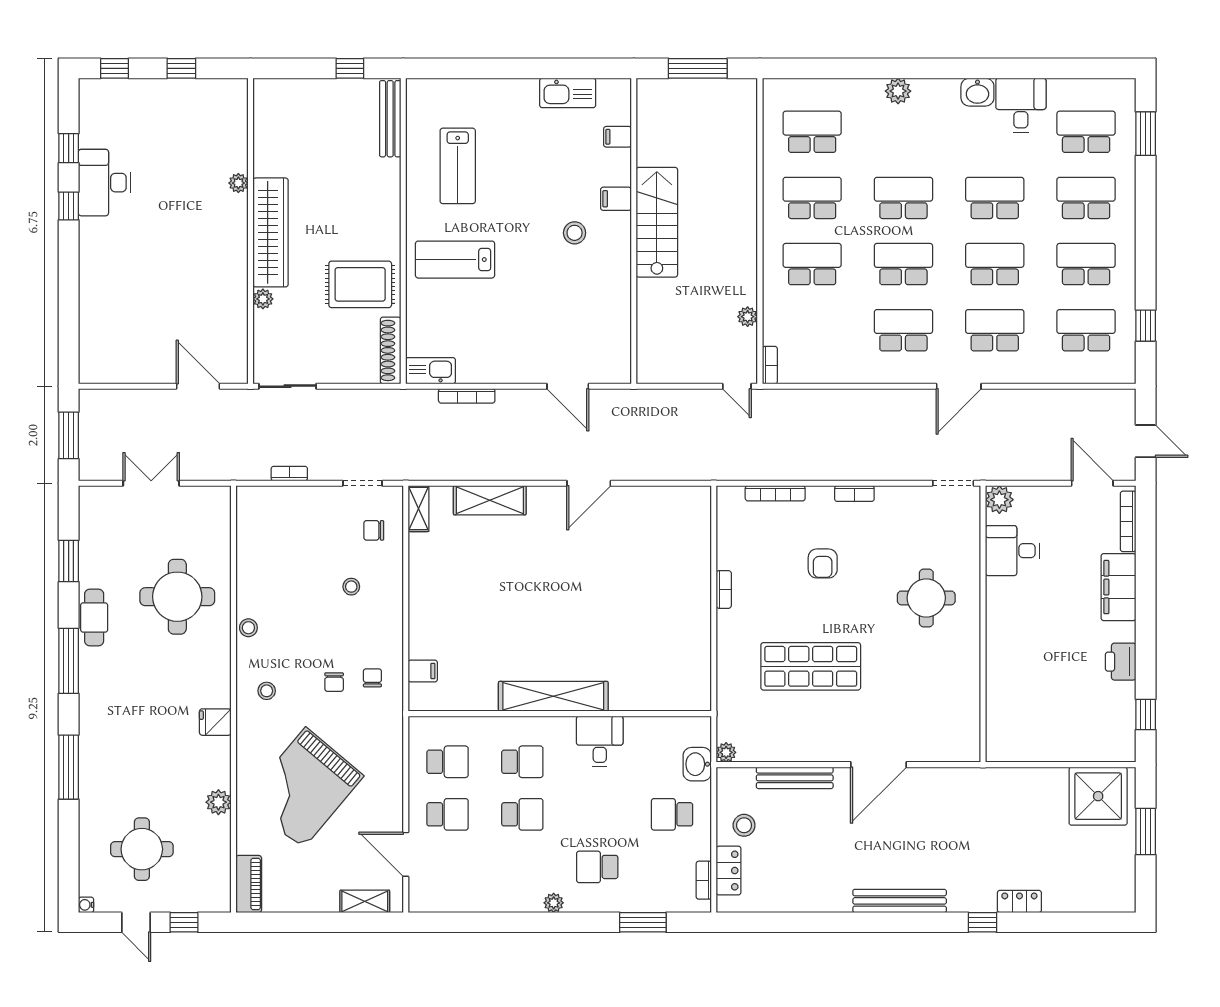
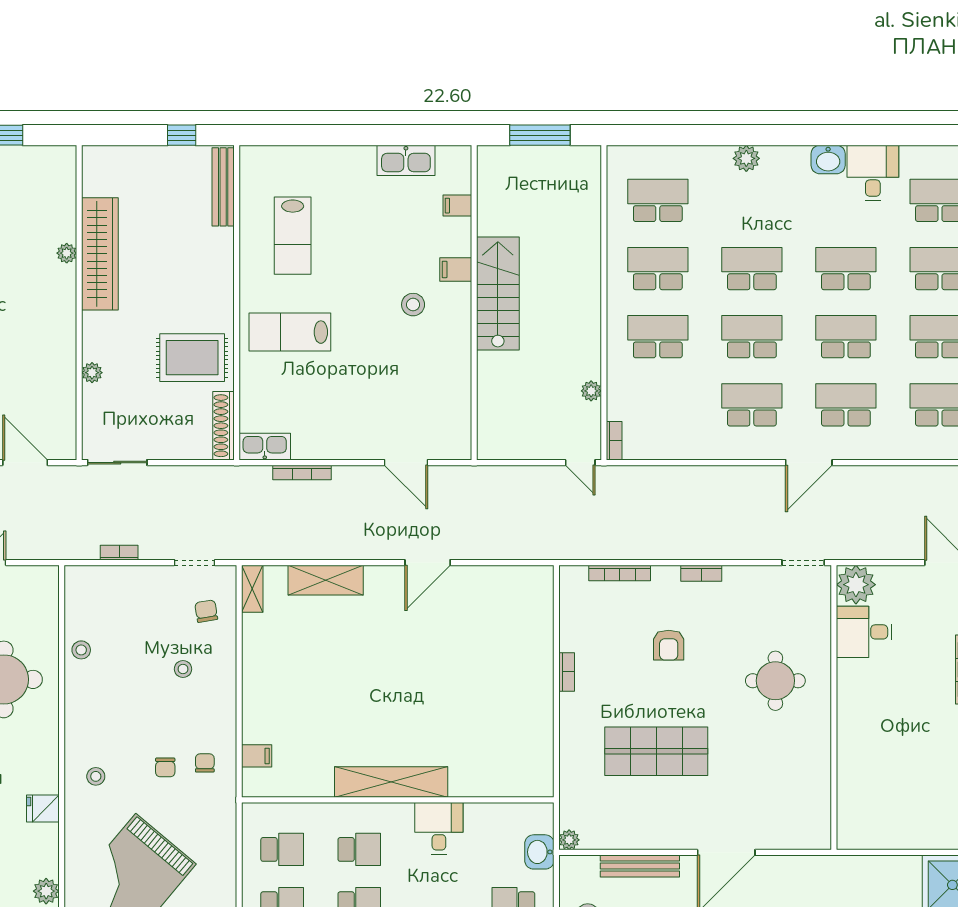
wardrobe: (271, 232) -> (100, 254), moved
plant: (999, 500) -> (856, 585), width x1.36, depth x1.36
chair: (374, 530) -> (206, 611), turned 81
stool: (248, 628) -> (81, 650), moved

